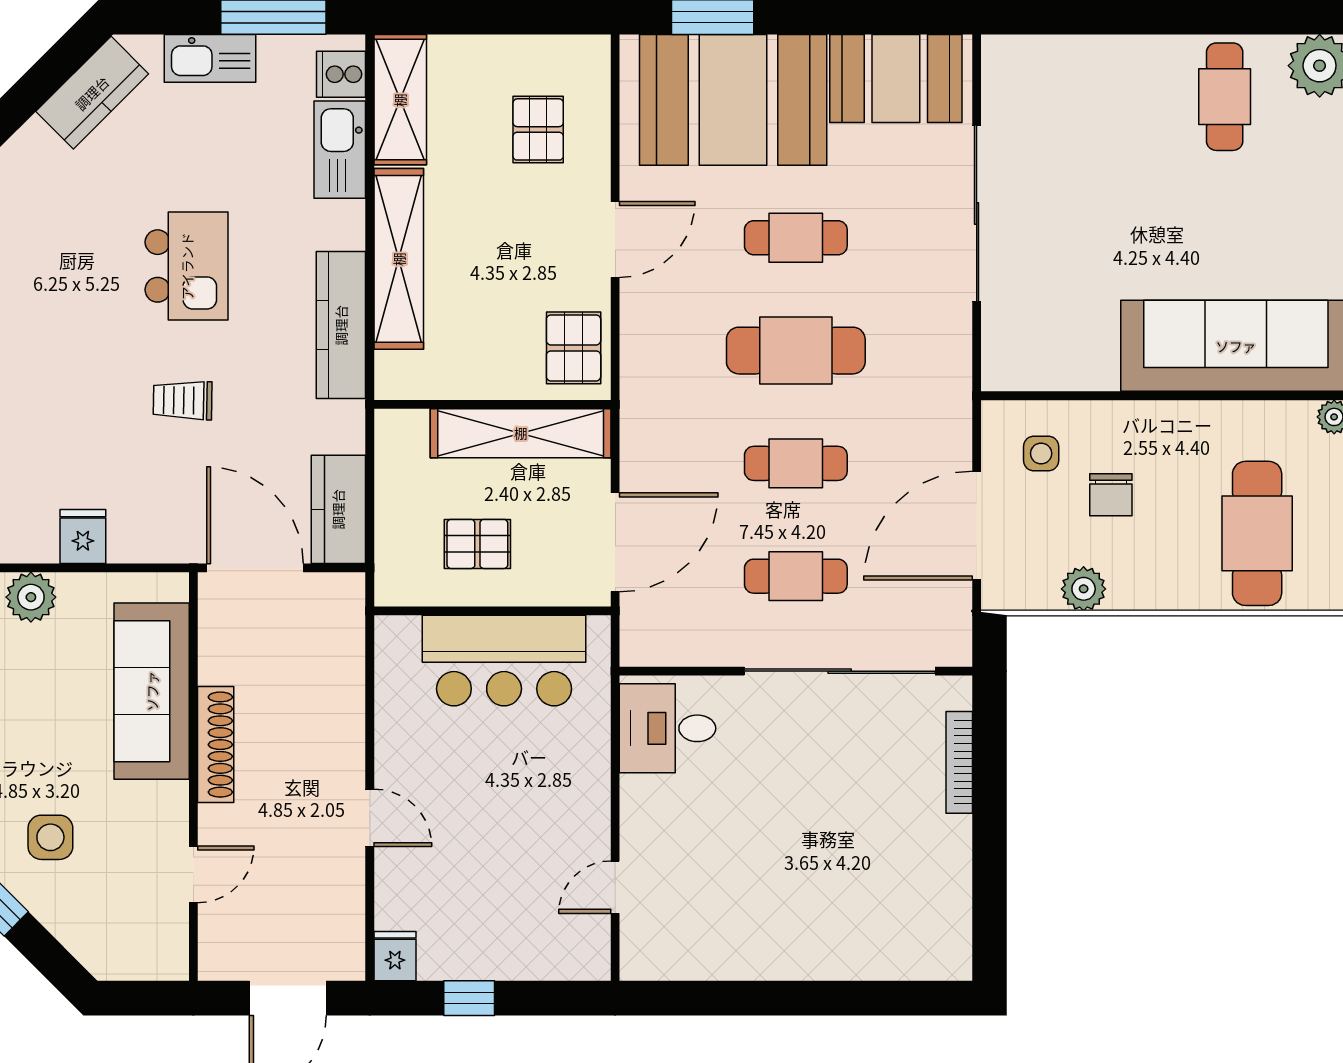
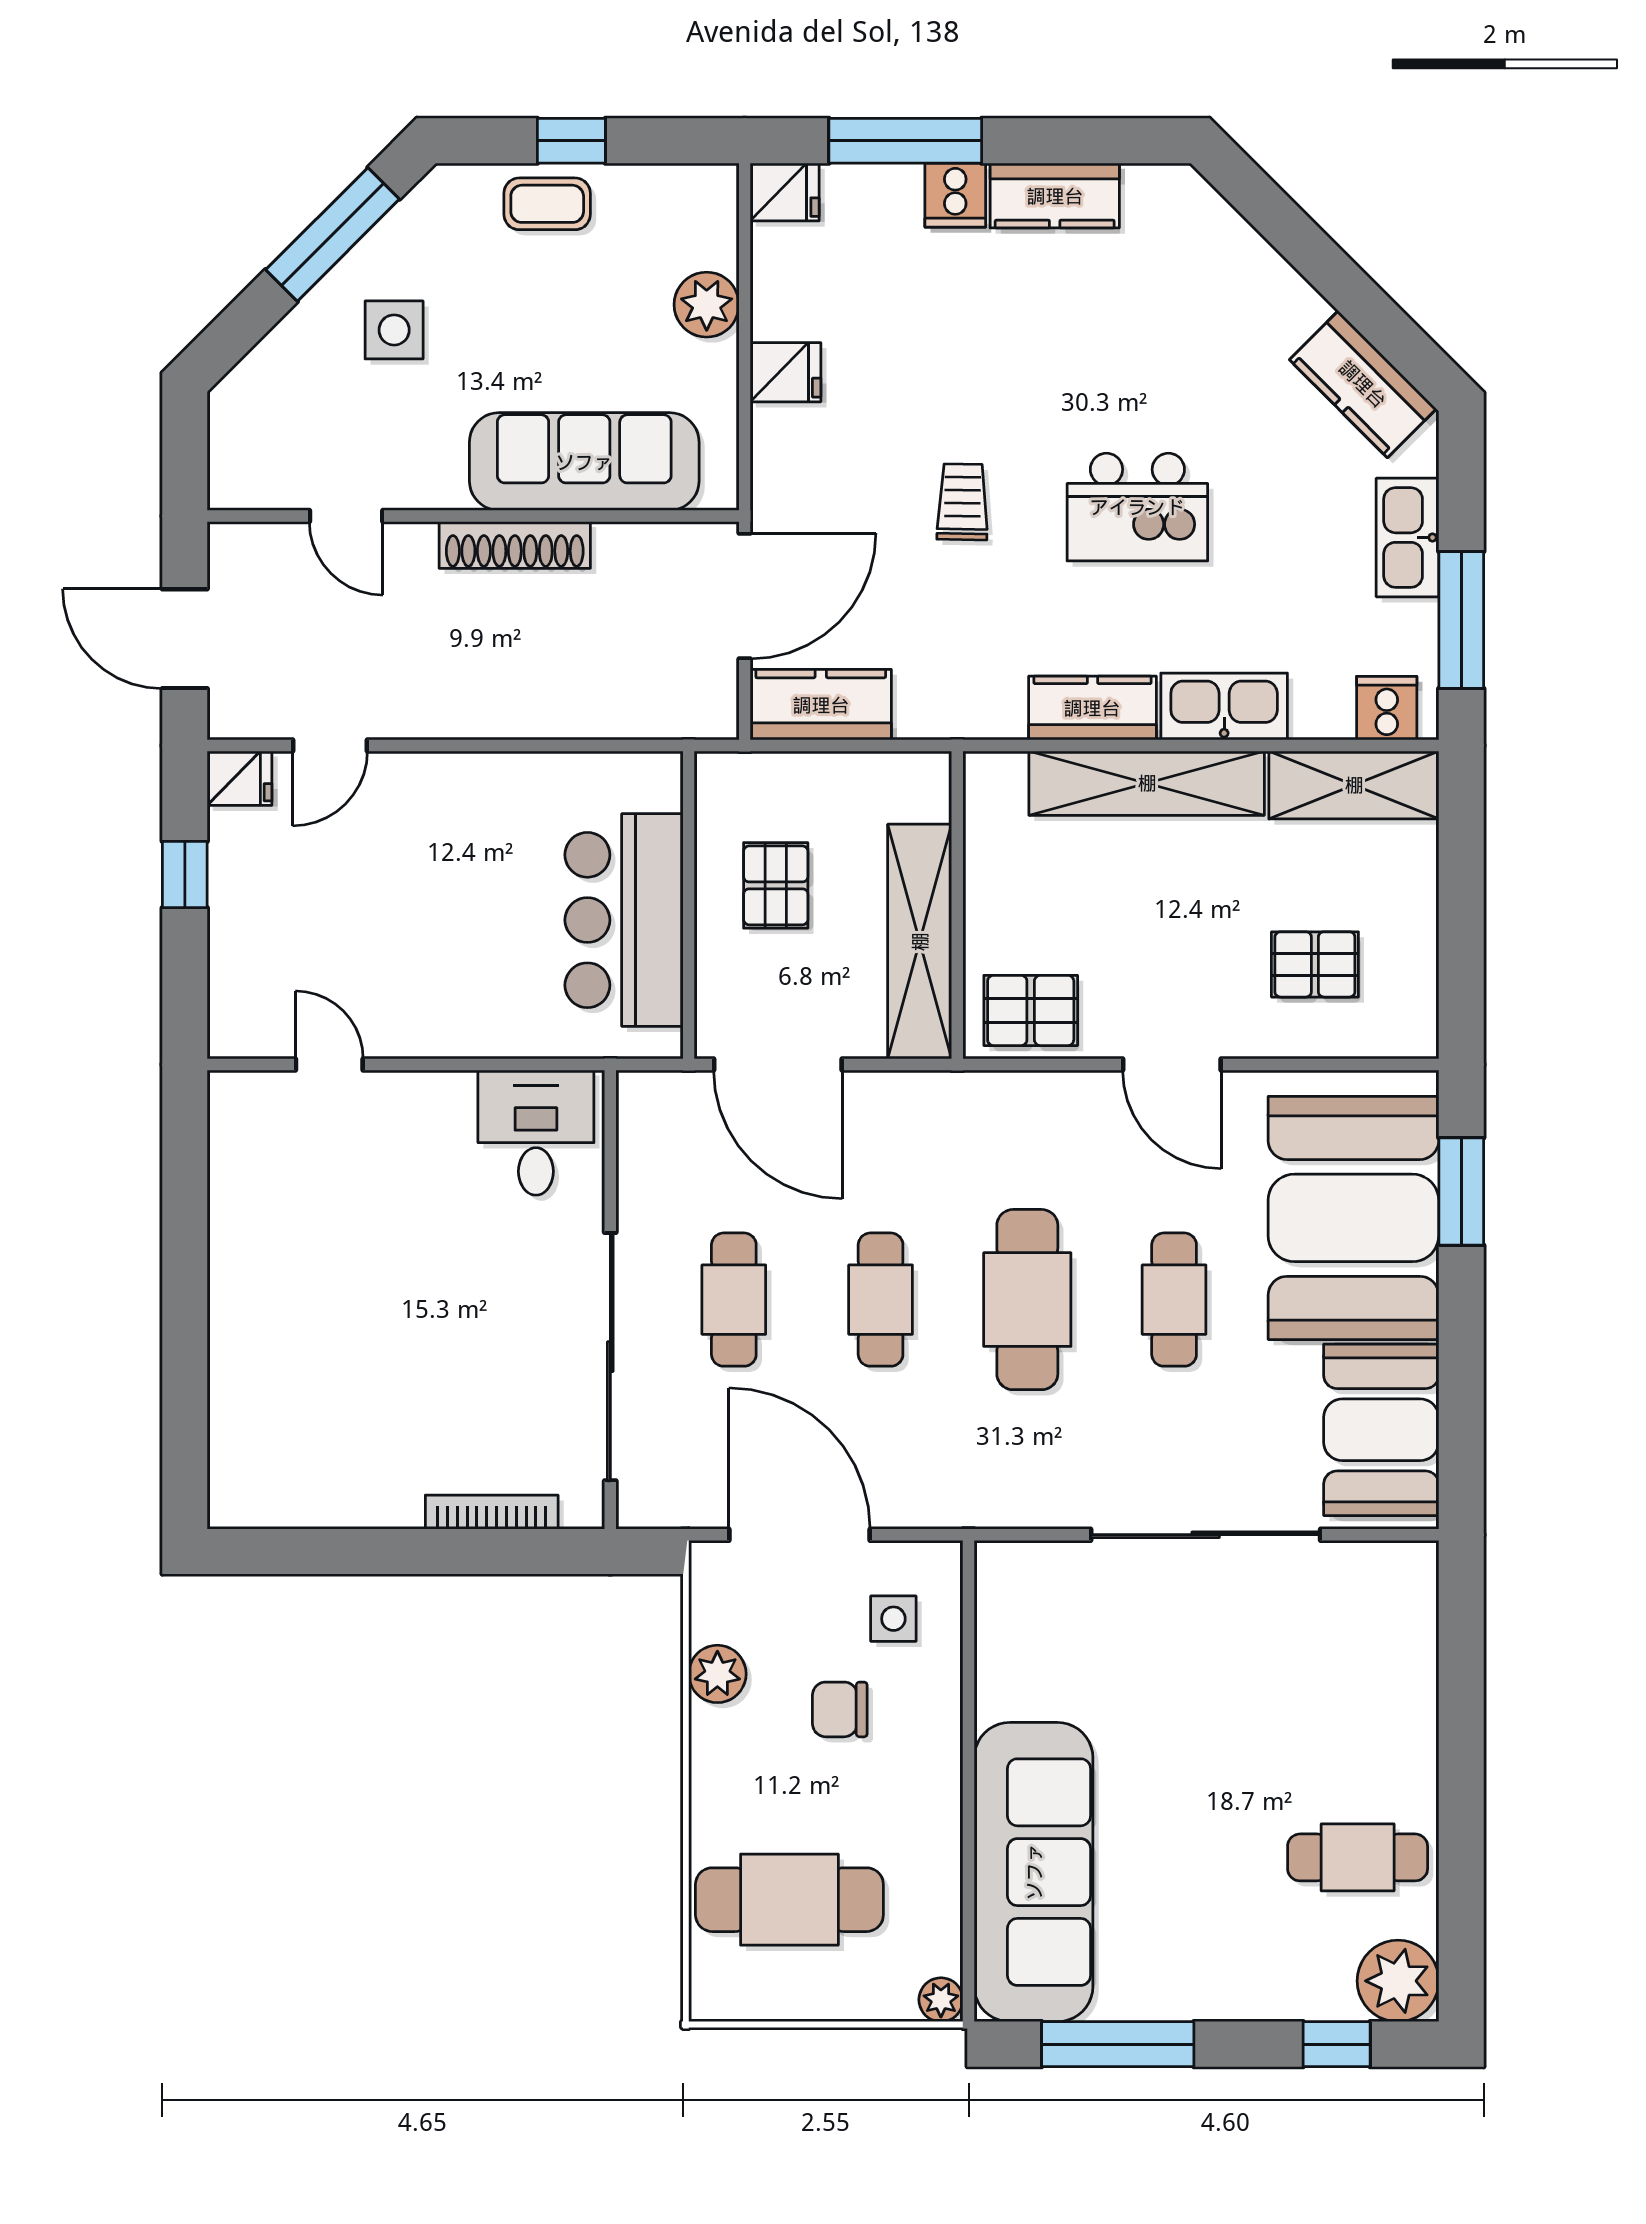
kitchen sink: (340, 150) -> (1224, 706), moved
kitchen counter: (341, 325) -> (1092, 708), width x0.67
door: (370, 818) -> (330, 745), moved

